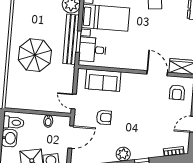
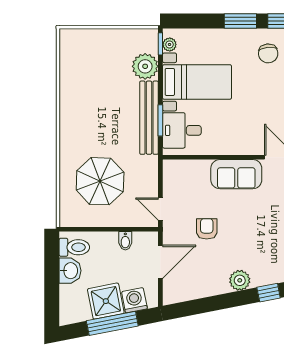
parasol: (35, 55) -> (100, 181), moved
sofa: (103, 80) -> (236, 174), moved
armchair: (104, 117) -> (207, 229), turned -90

